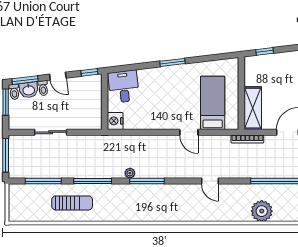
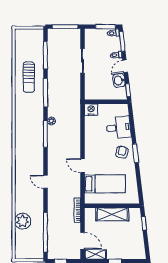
armchair: (171, 80) -> (122, 152), added
desk: (124, 87) -> (119, 128), moved
washbasin: (29, 90) -> (119, 80), moved
shelving: (253, 108) -> (112, 214), moved
door: (189, 132) -> (83, 166), hinge flipped
door: (210, 181) -> (45, 182), hinge flipped

